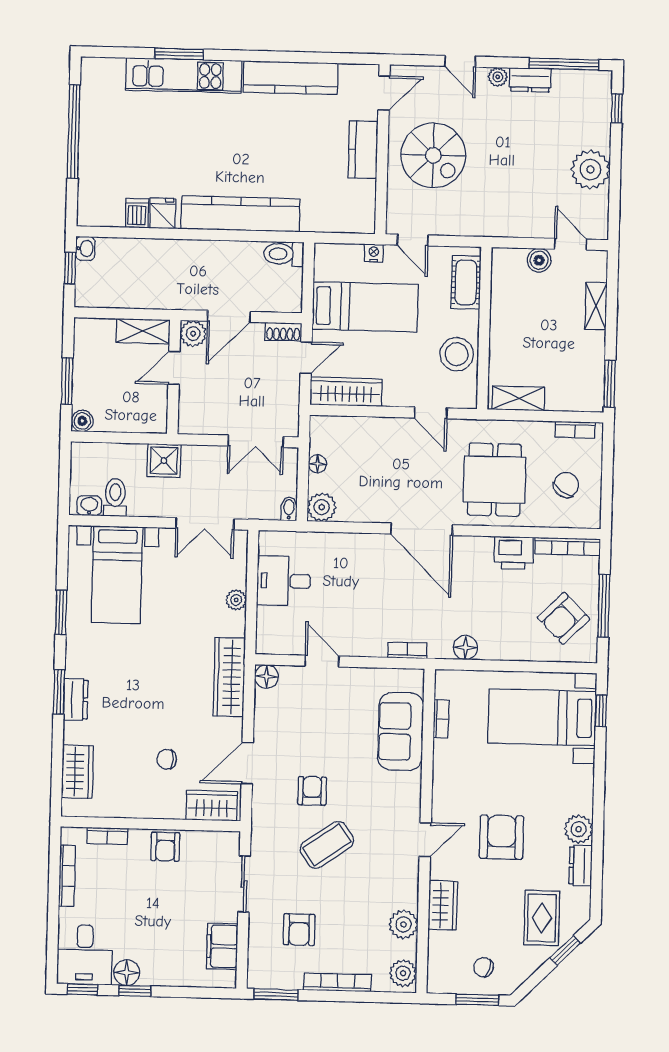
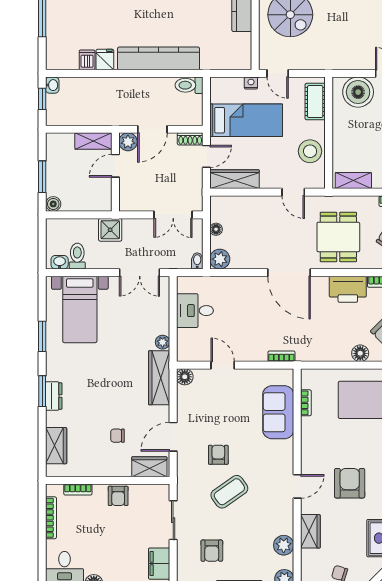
boiler: (539, 260) -> (358, 92), width x1.86, depth x1.86
printer: (514, 553) -> (348, 289), width x1.37, depth x1.19
plant: (236, 600) -> (163, 342), moved
floor lamp: (465, 648) -> (360, 353), moved

